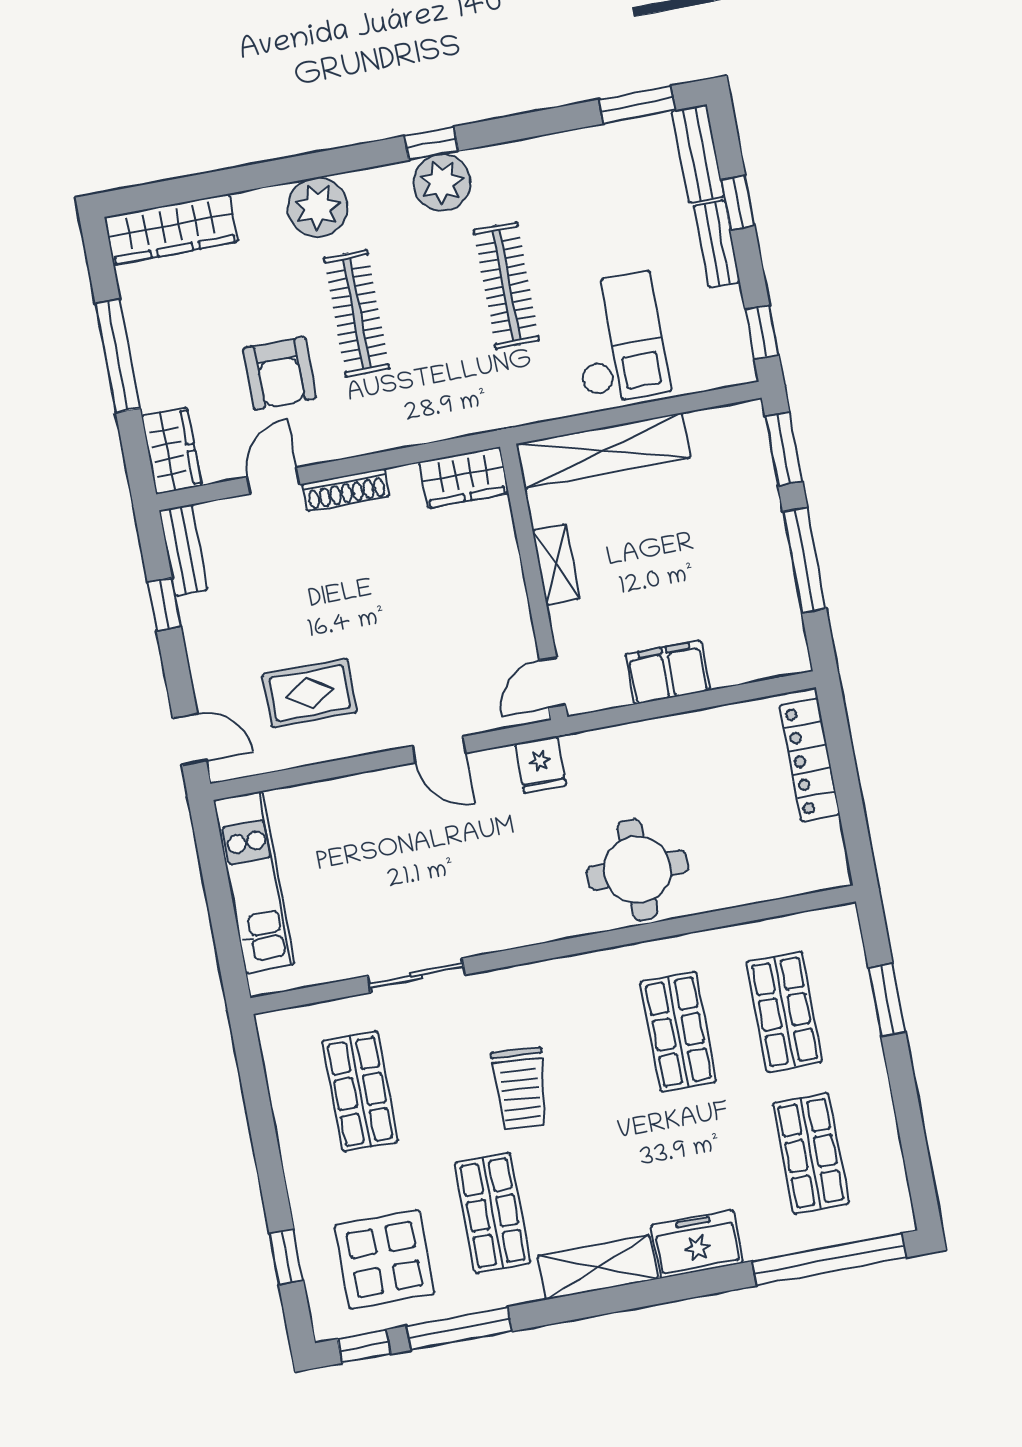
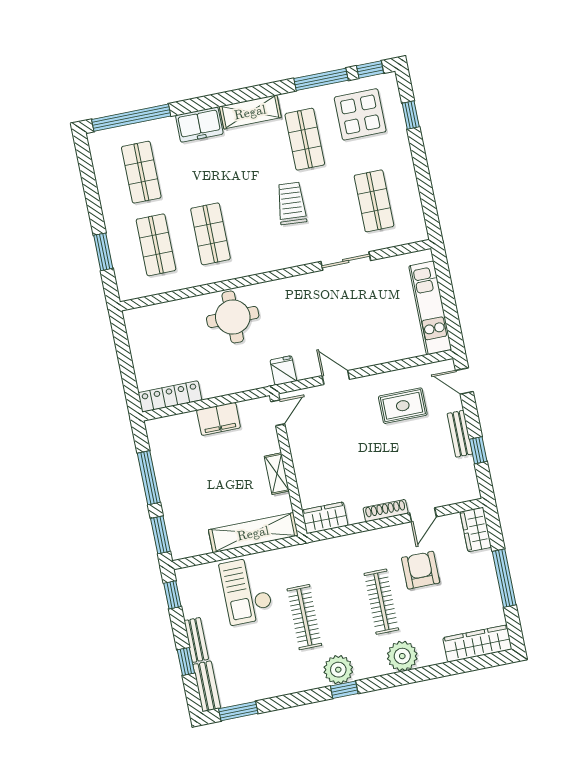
bench: (183, 550) -> (460, 434), moved
locker: (810, 760) -> (170, 396), moved, turned -90

